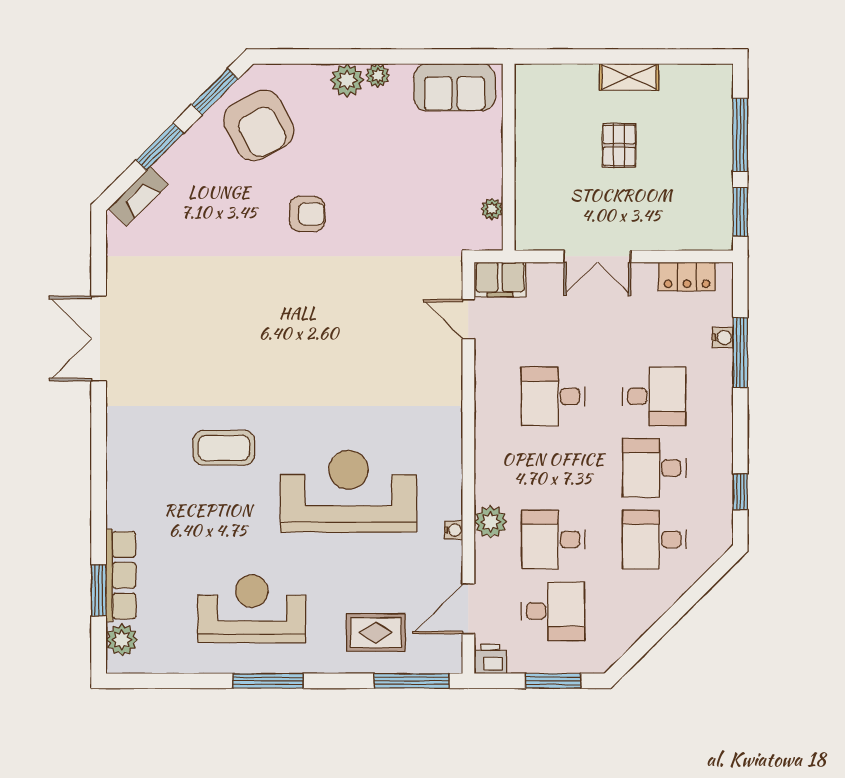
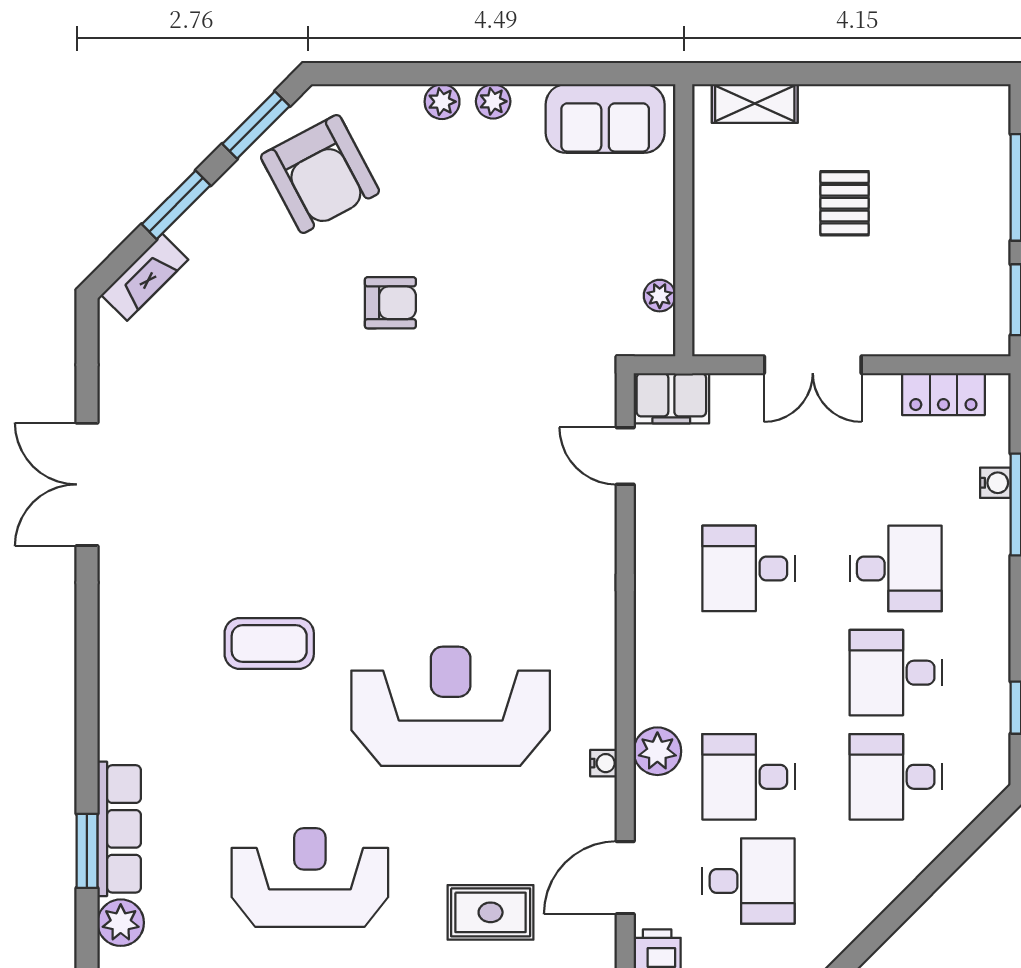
shelving: (629, 77) -> (755, 103), moved
plant: (347, 80) -> (442, 102), width x0.73, depth x0.73

